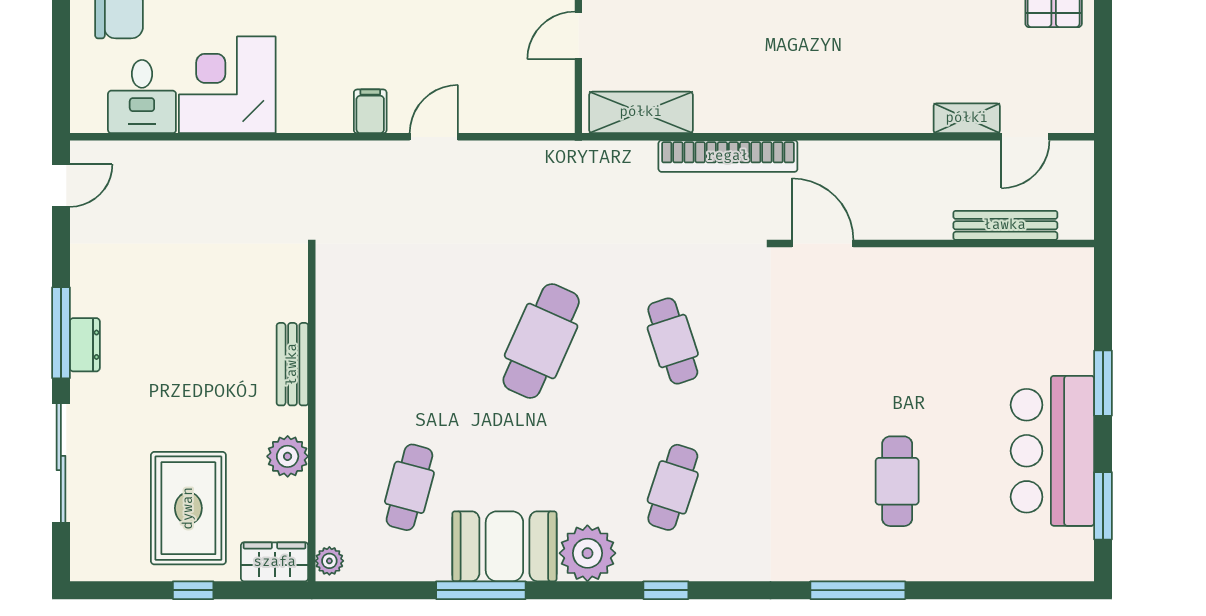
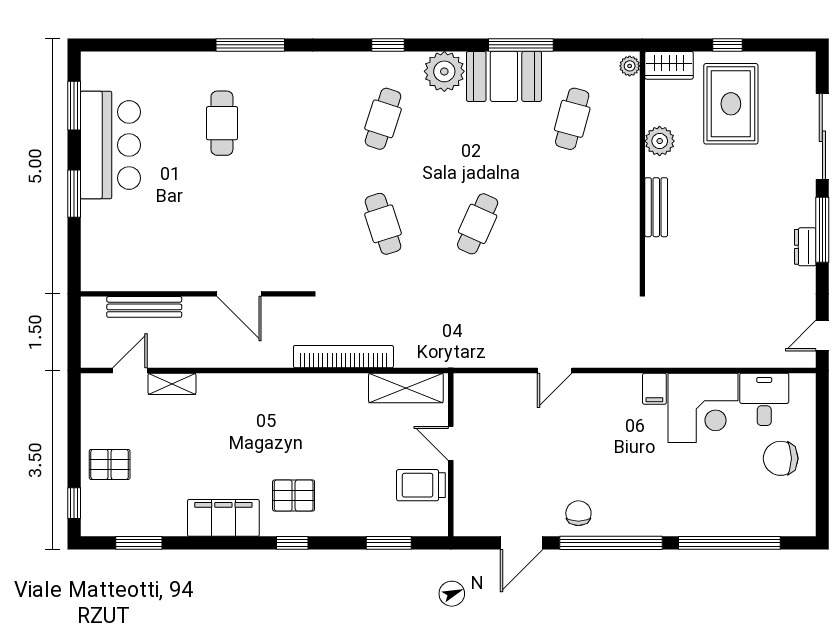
door: (578, 35) -> (451, 443), swing flipped
filing cabinet: (370, 111) -> (654, 389), moved
door: (823, 243) -> (239, 294), moved
cafe table: (541, 341) -> (478, 224), width x0.73, depth x0.74
dresser: (85, 345) -> (805, 247), moved

